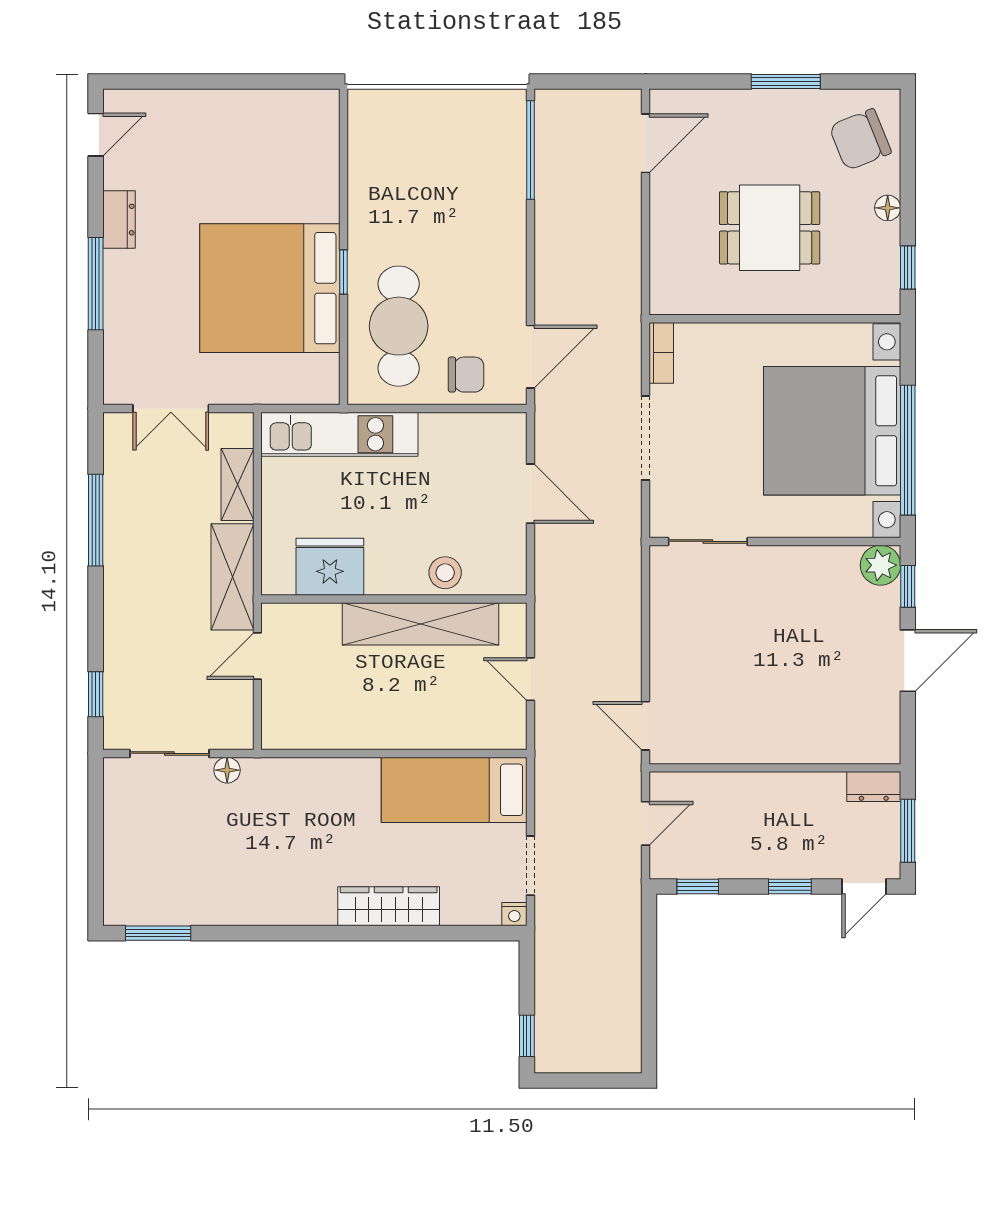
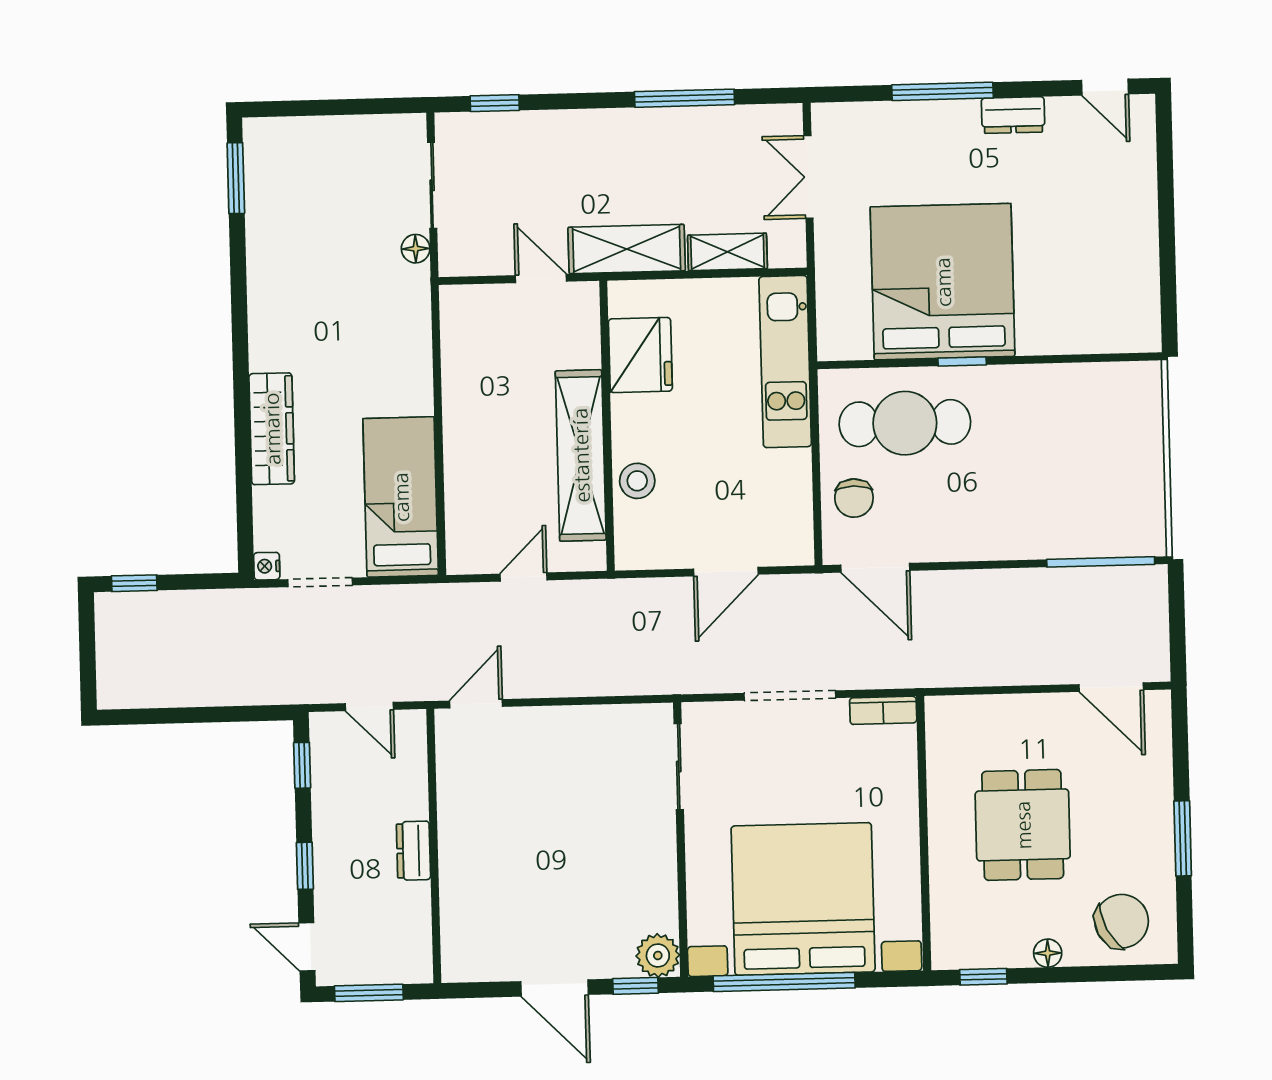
chair: (860, 140) -> (1122, 921), turned 85
dresser: (874, 787) -> (413, 851), moved

